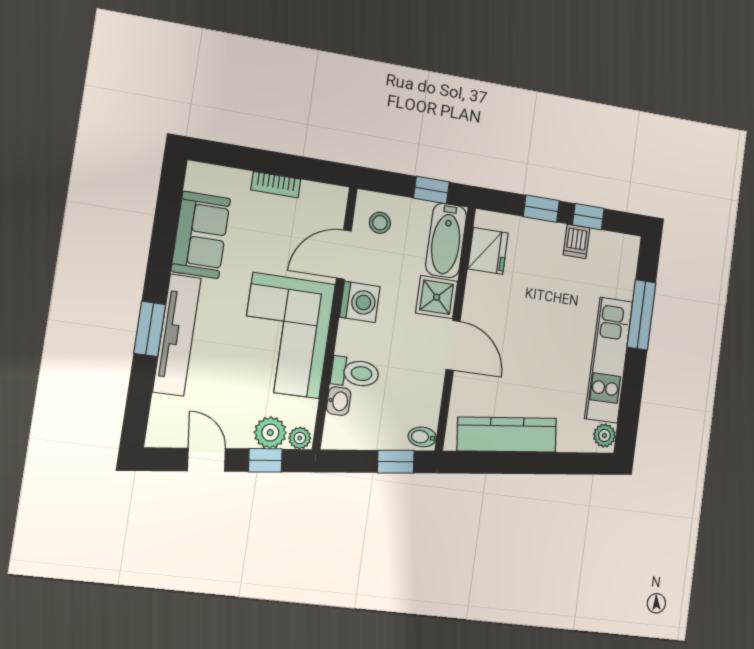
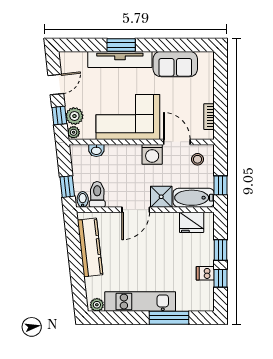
bookcase: (276, 185) -> (209, 117), moved
toilet: (355, 373) -> (97, 194), moved, turned 180

